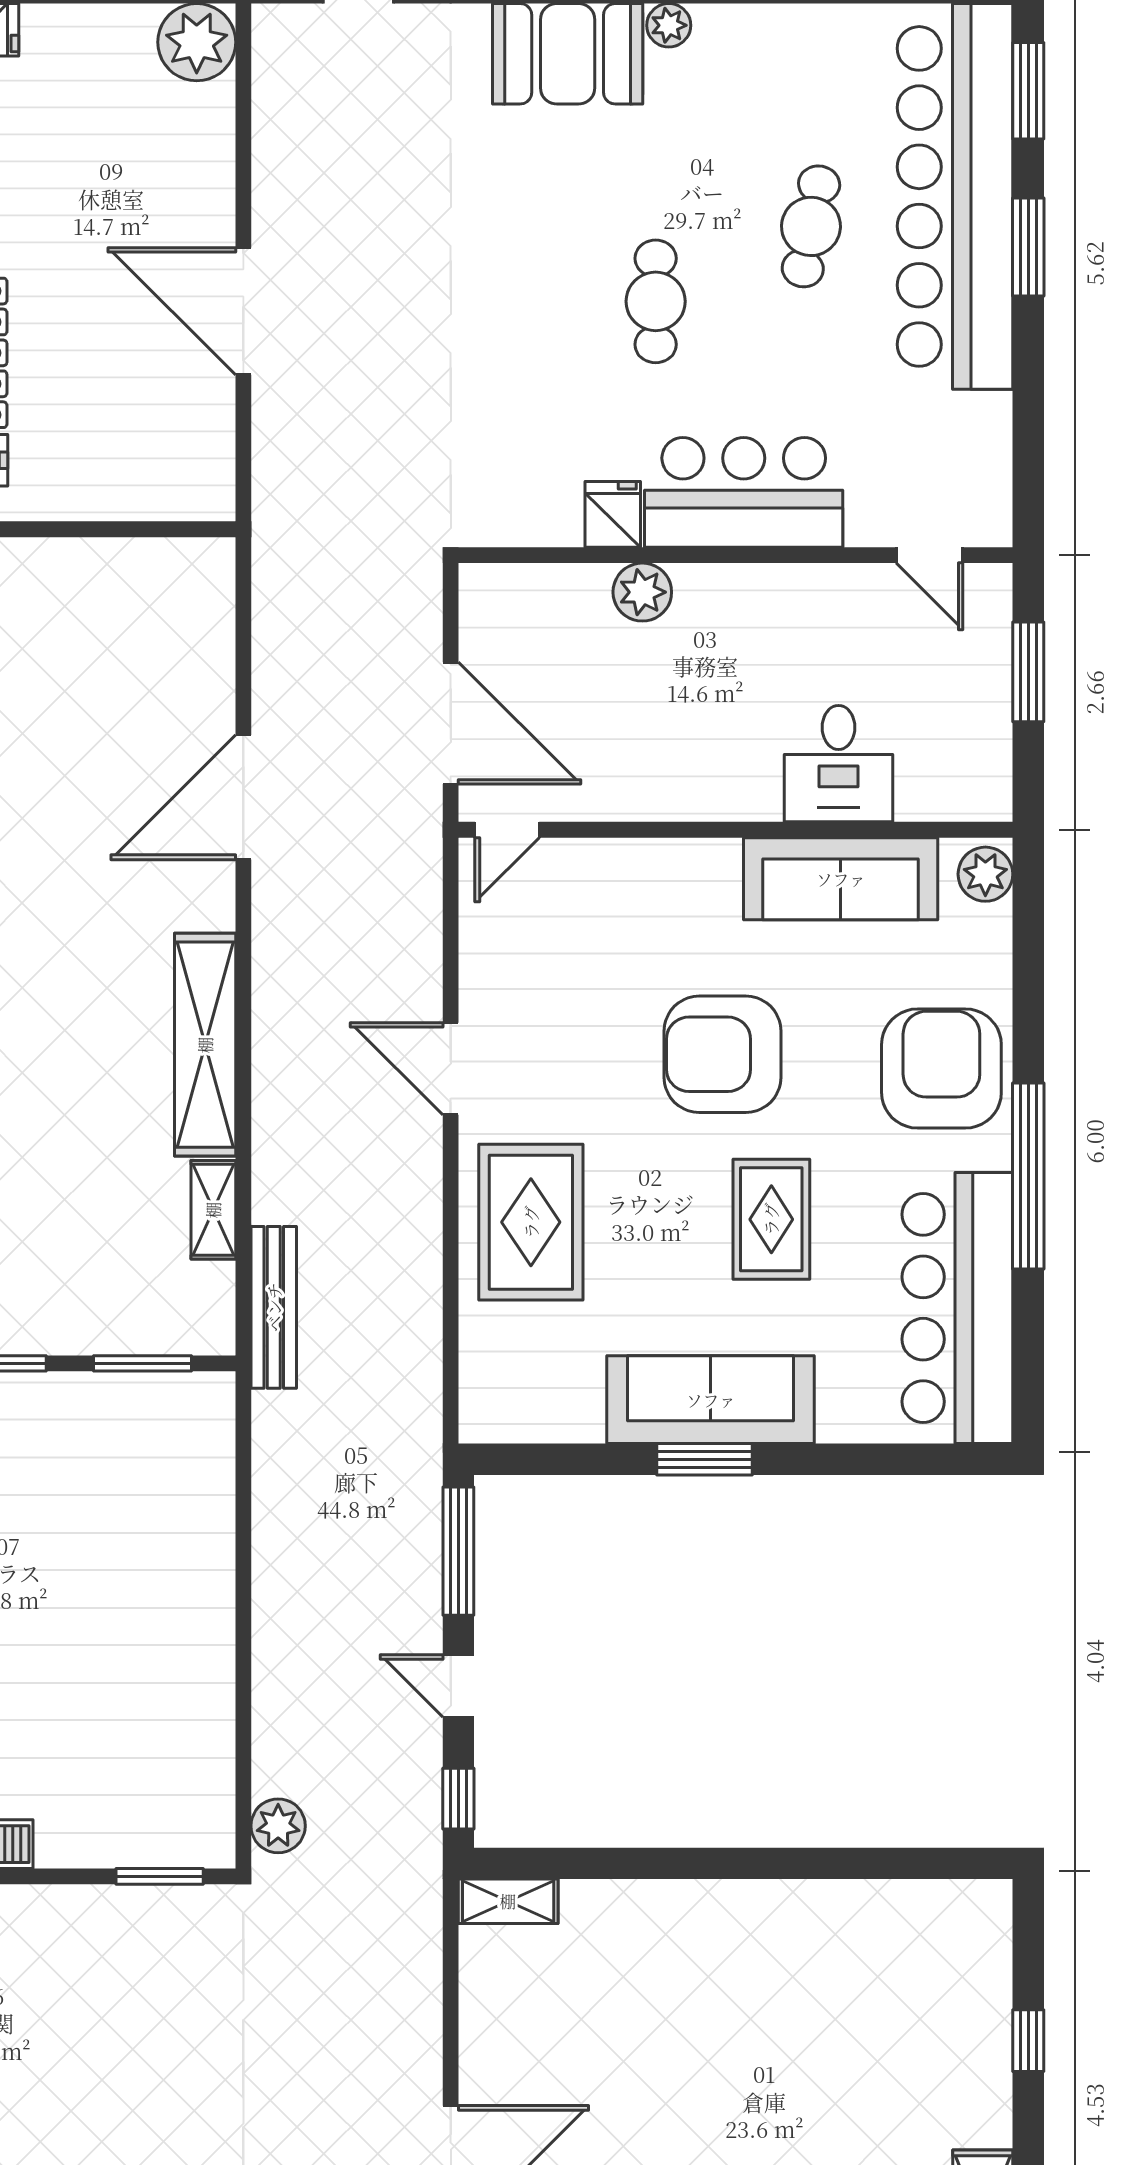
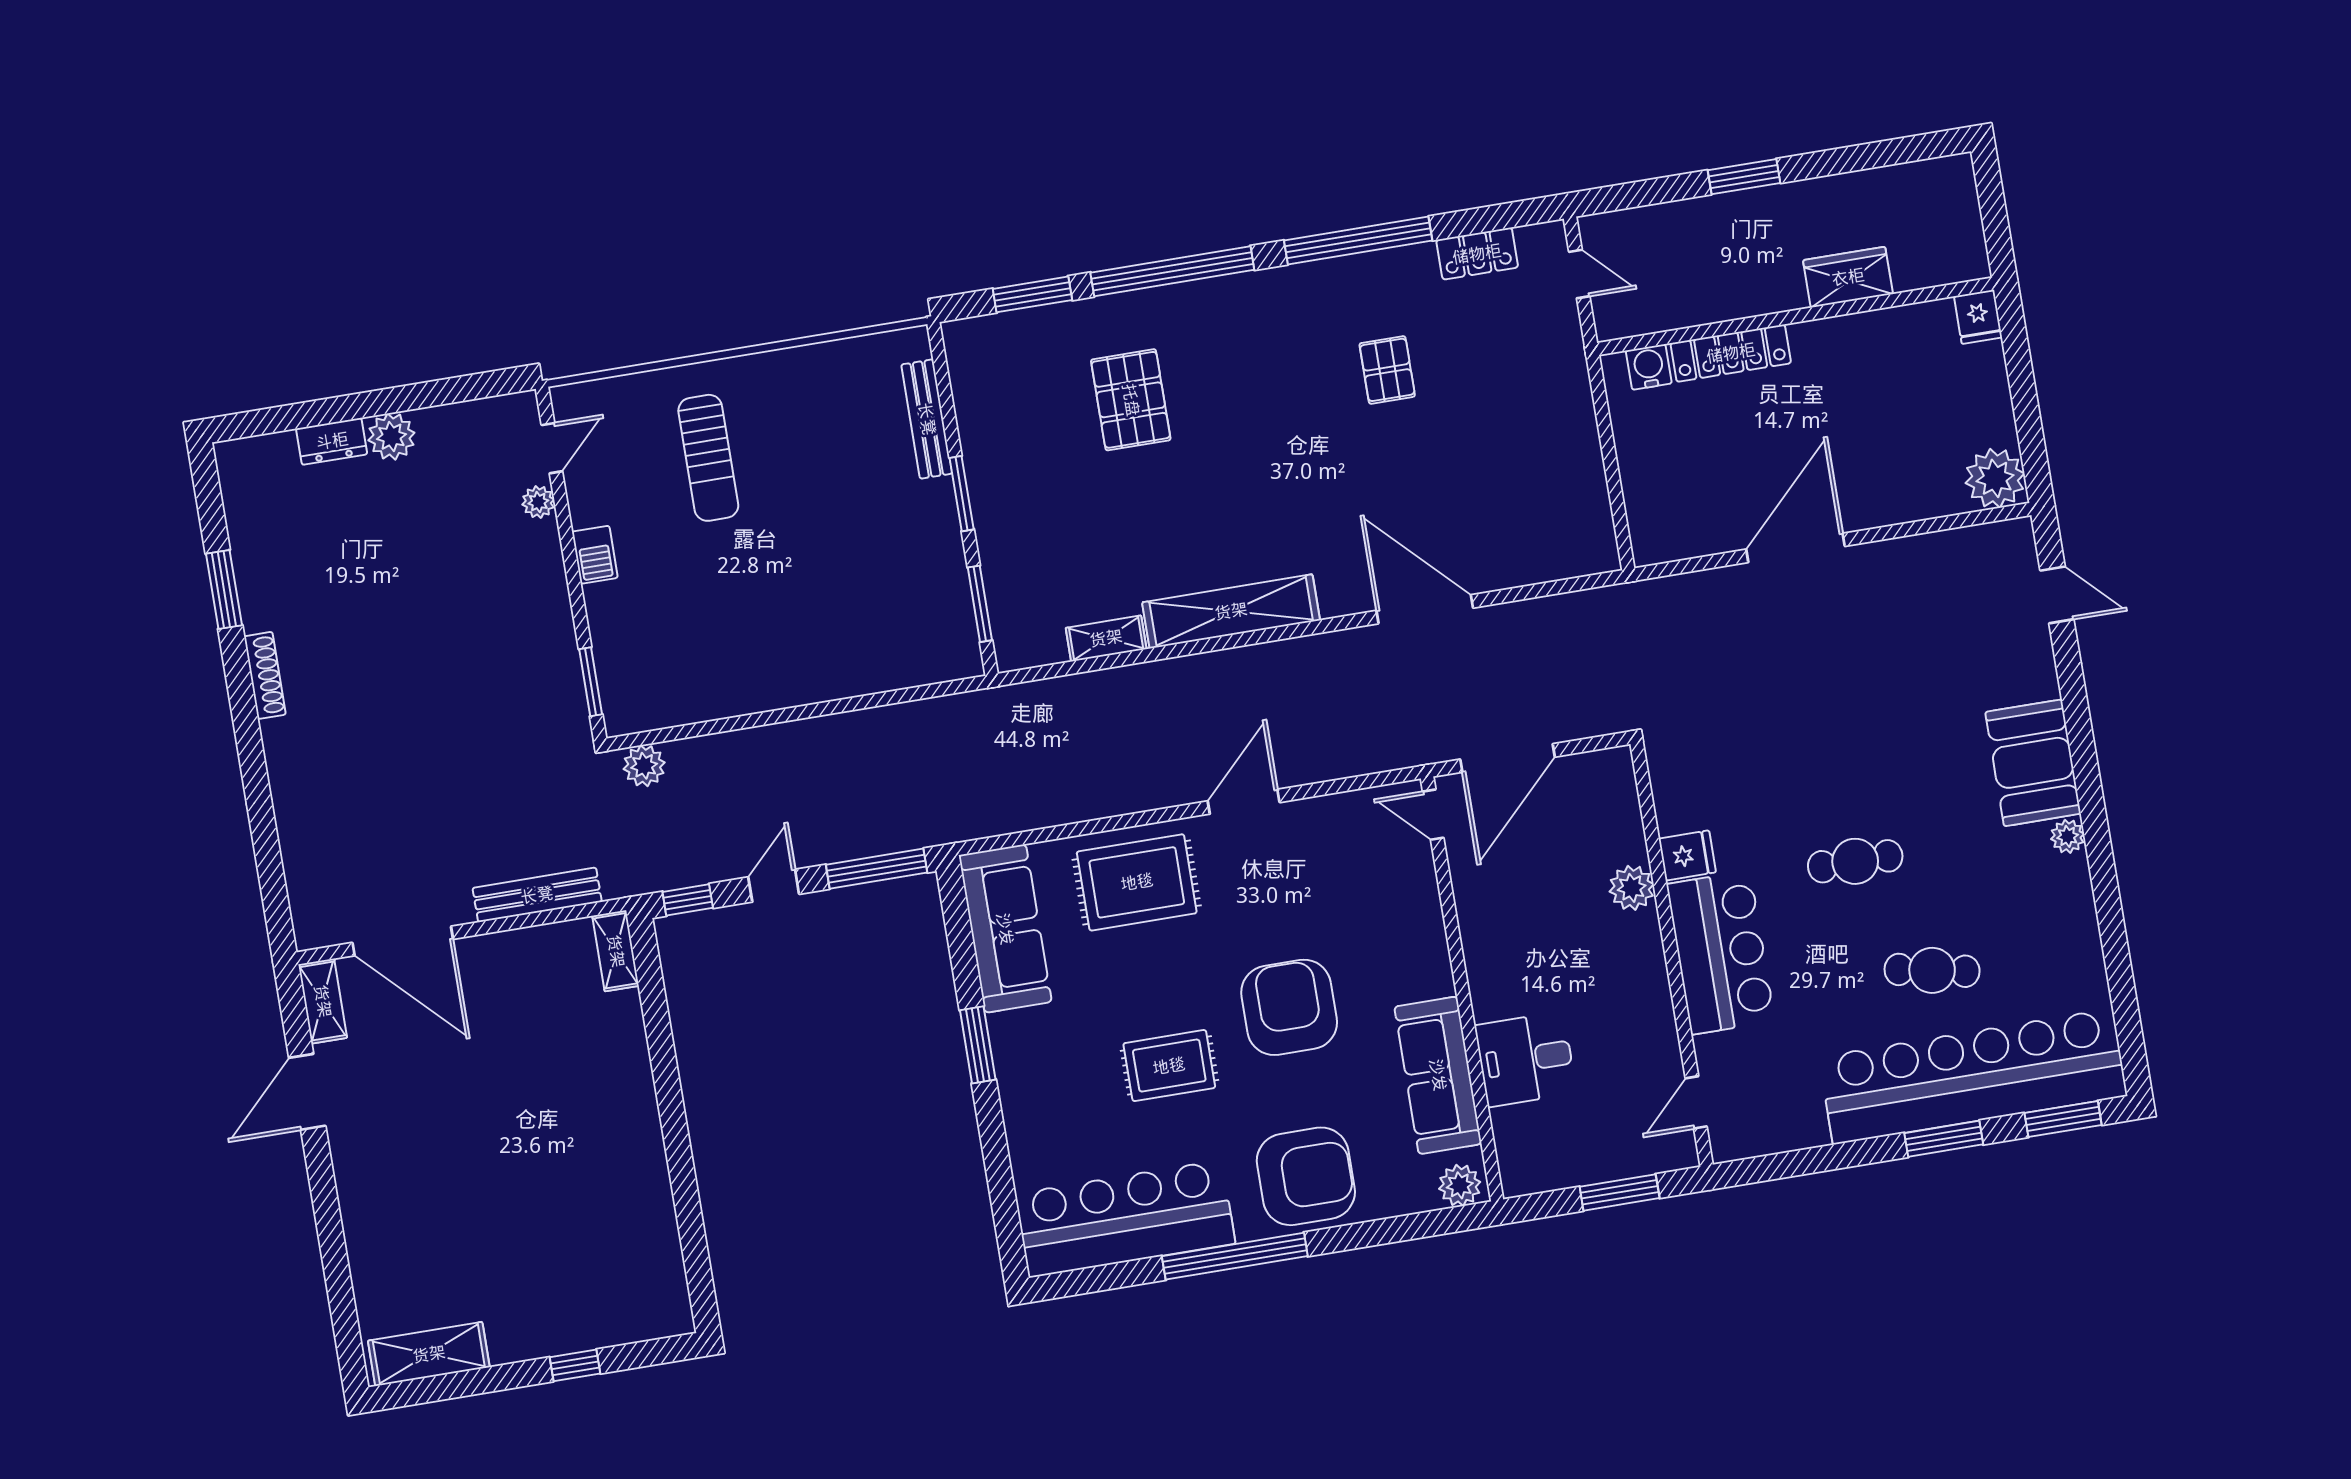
bench: (274, 1307) -> (537, 895), moved
sofa: (711, 1400) -> (1005, 929), moved

